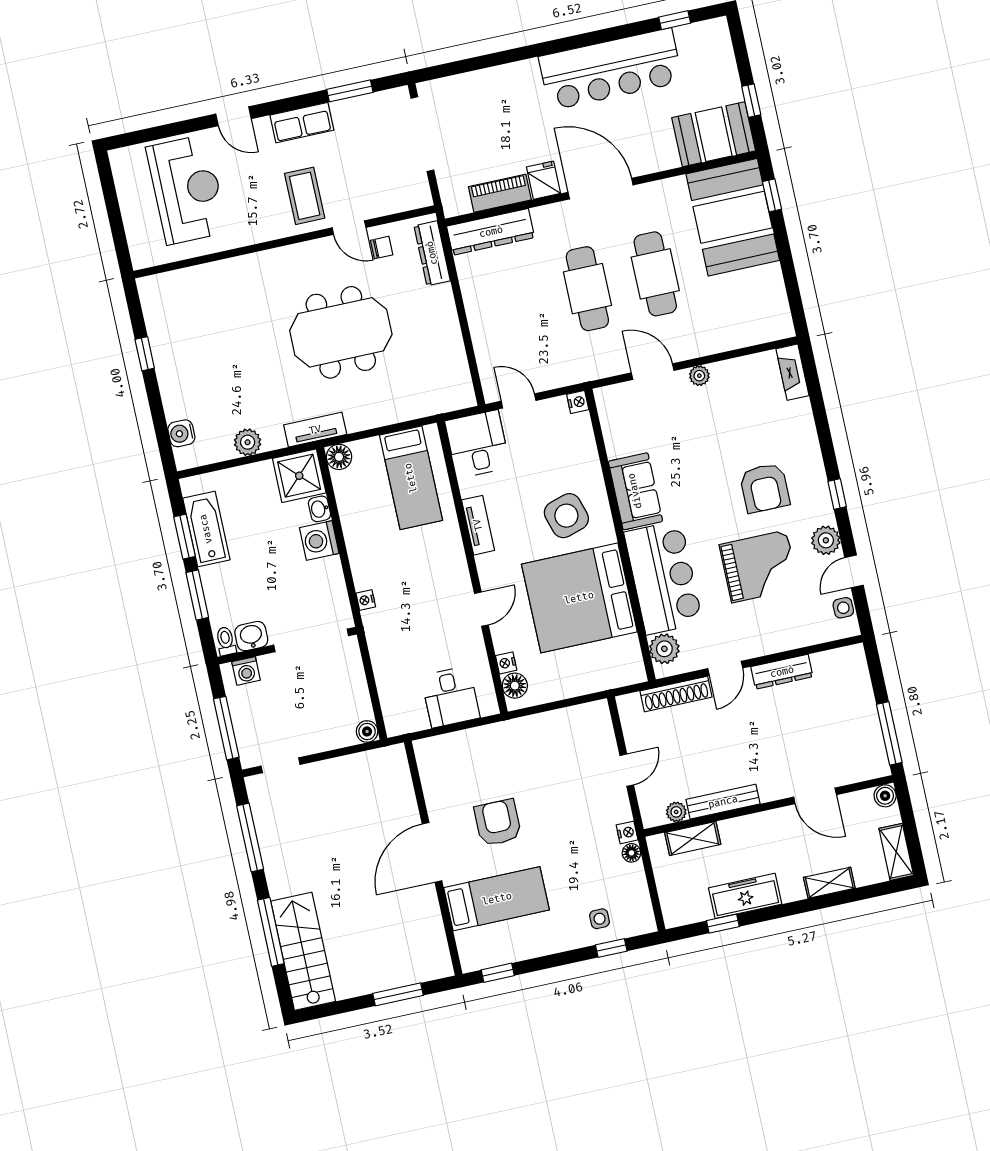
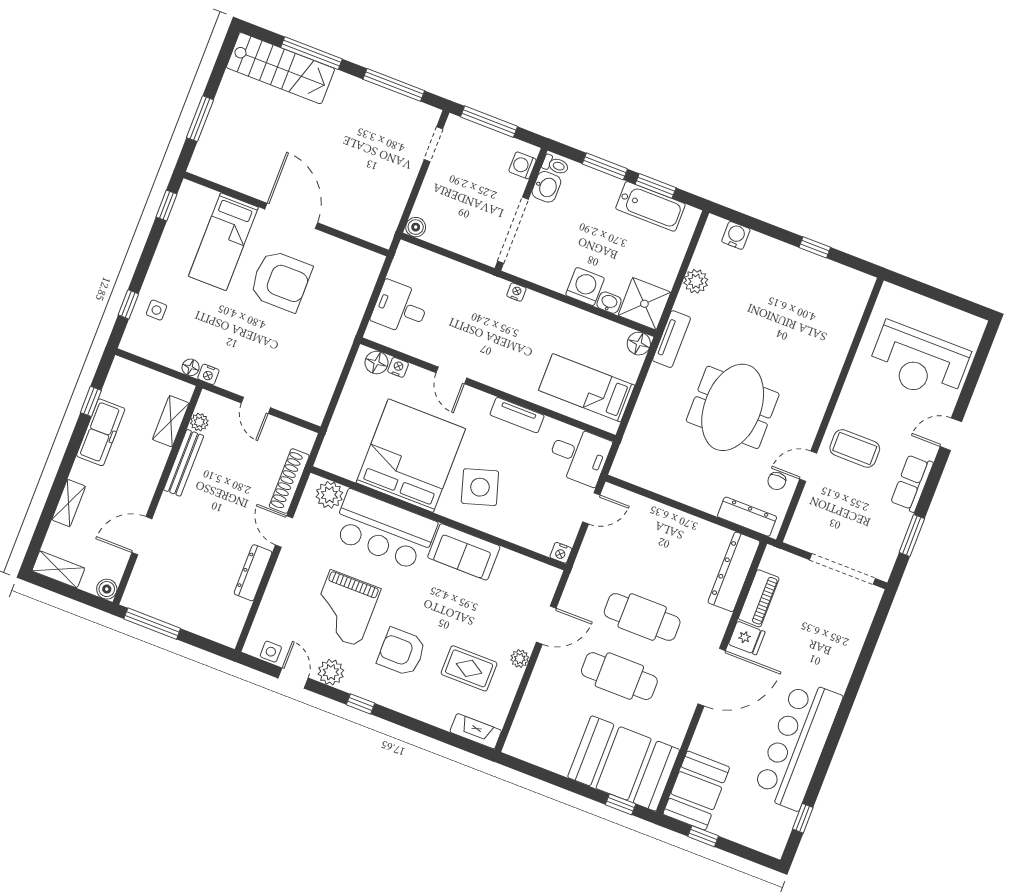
rug: (739, 416) -> (469, 668), added
armchair: (498, 823) -> (281, 281), width x1.36, depth x1.36

